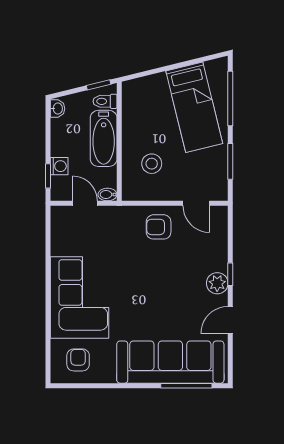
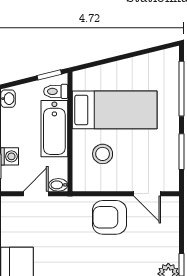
bed: (194, 107) -> (115, 110), moved, turned -76
door: (85, 203) -> (36, 194), hinge flipped
armchair: (159, 227) -> (109, 217), width x1.38, depth x1.38

